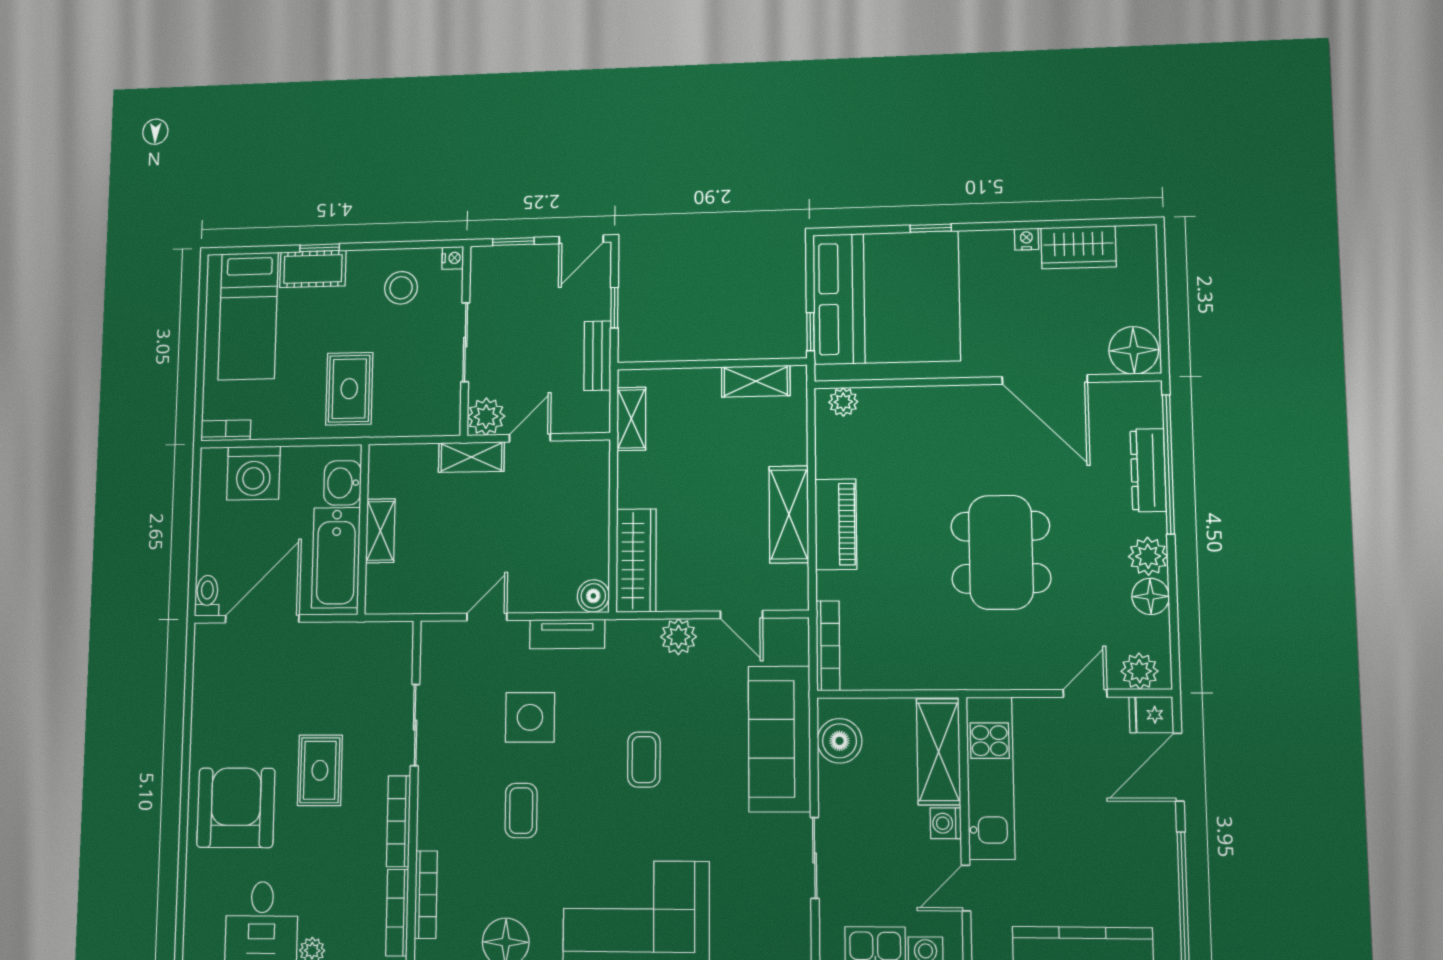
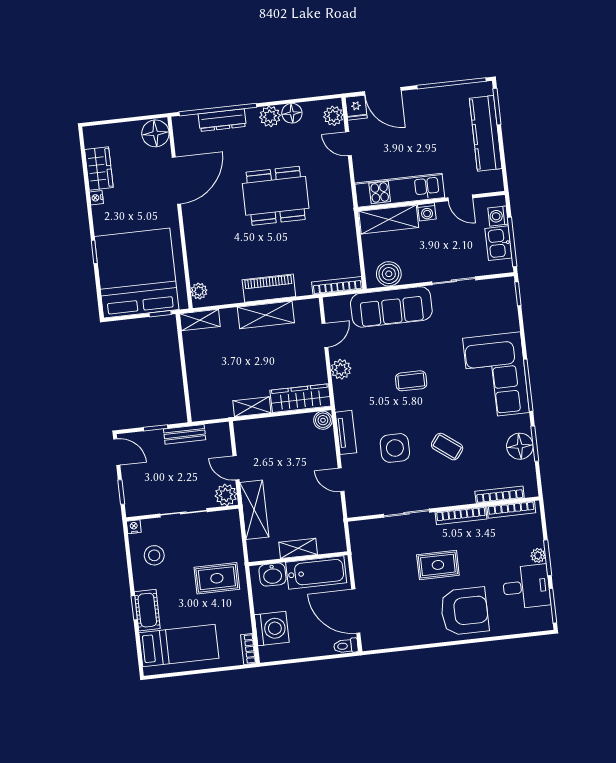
shelving: (756, 381) -> (200, 320), moved, turned 90
shelving: (631, 419) -> (252, 407), moved
shelving: (471, 457) -> (254, 510), width x1.50, depth x1.33
armchair: (236, 808) -> (465, 611), turned 180
coffee table: (521, 811) -> (447, 447), turned 37

